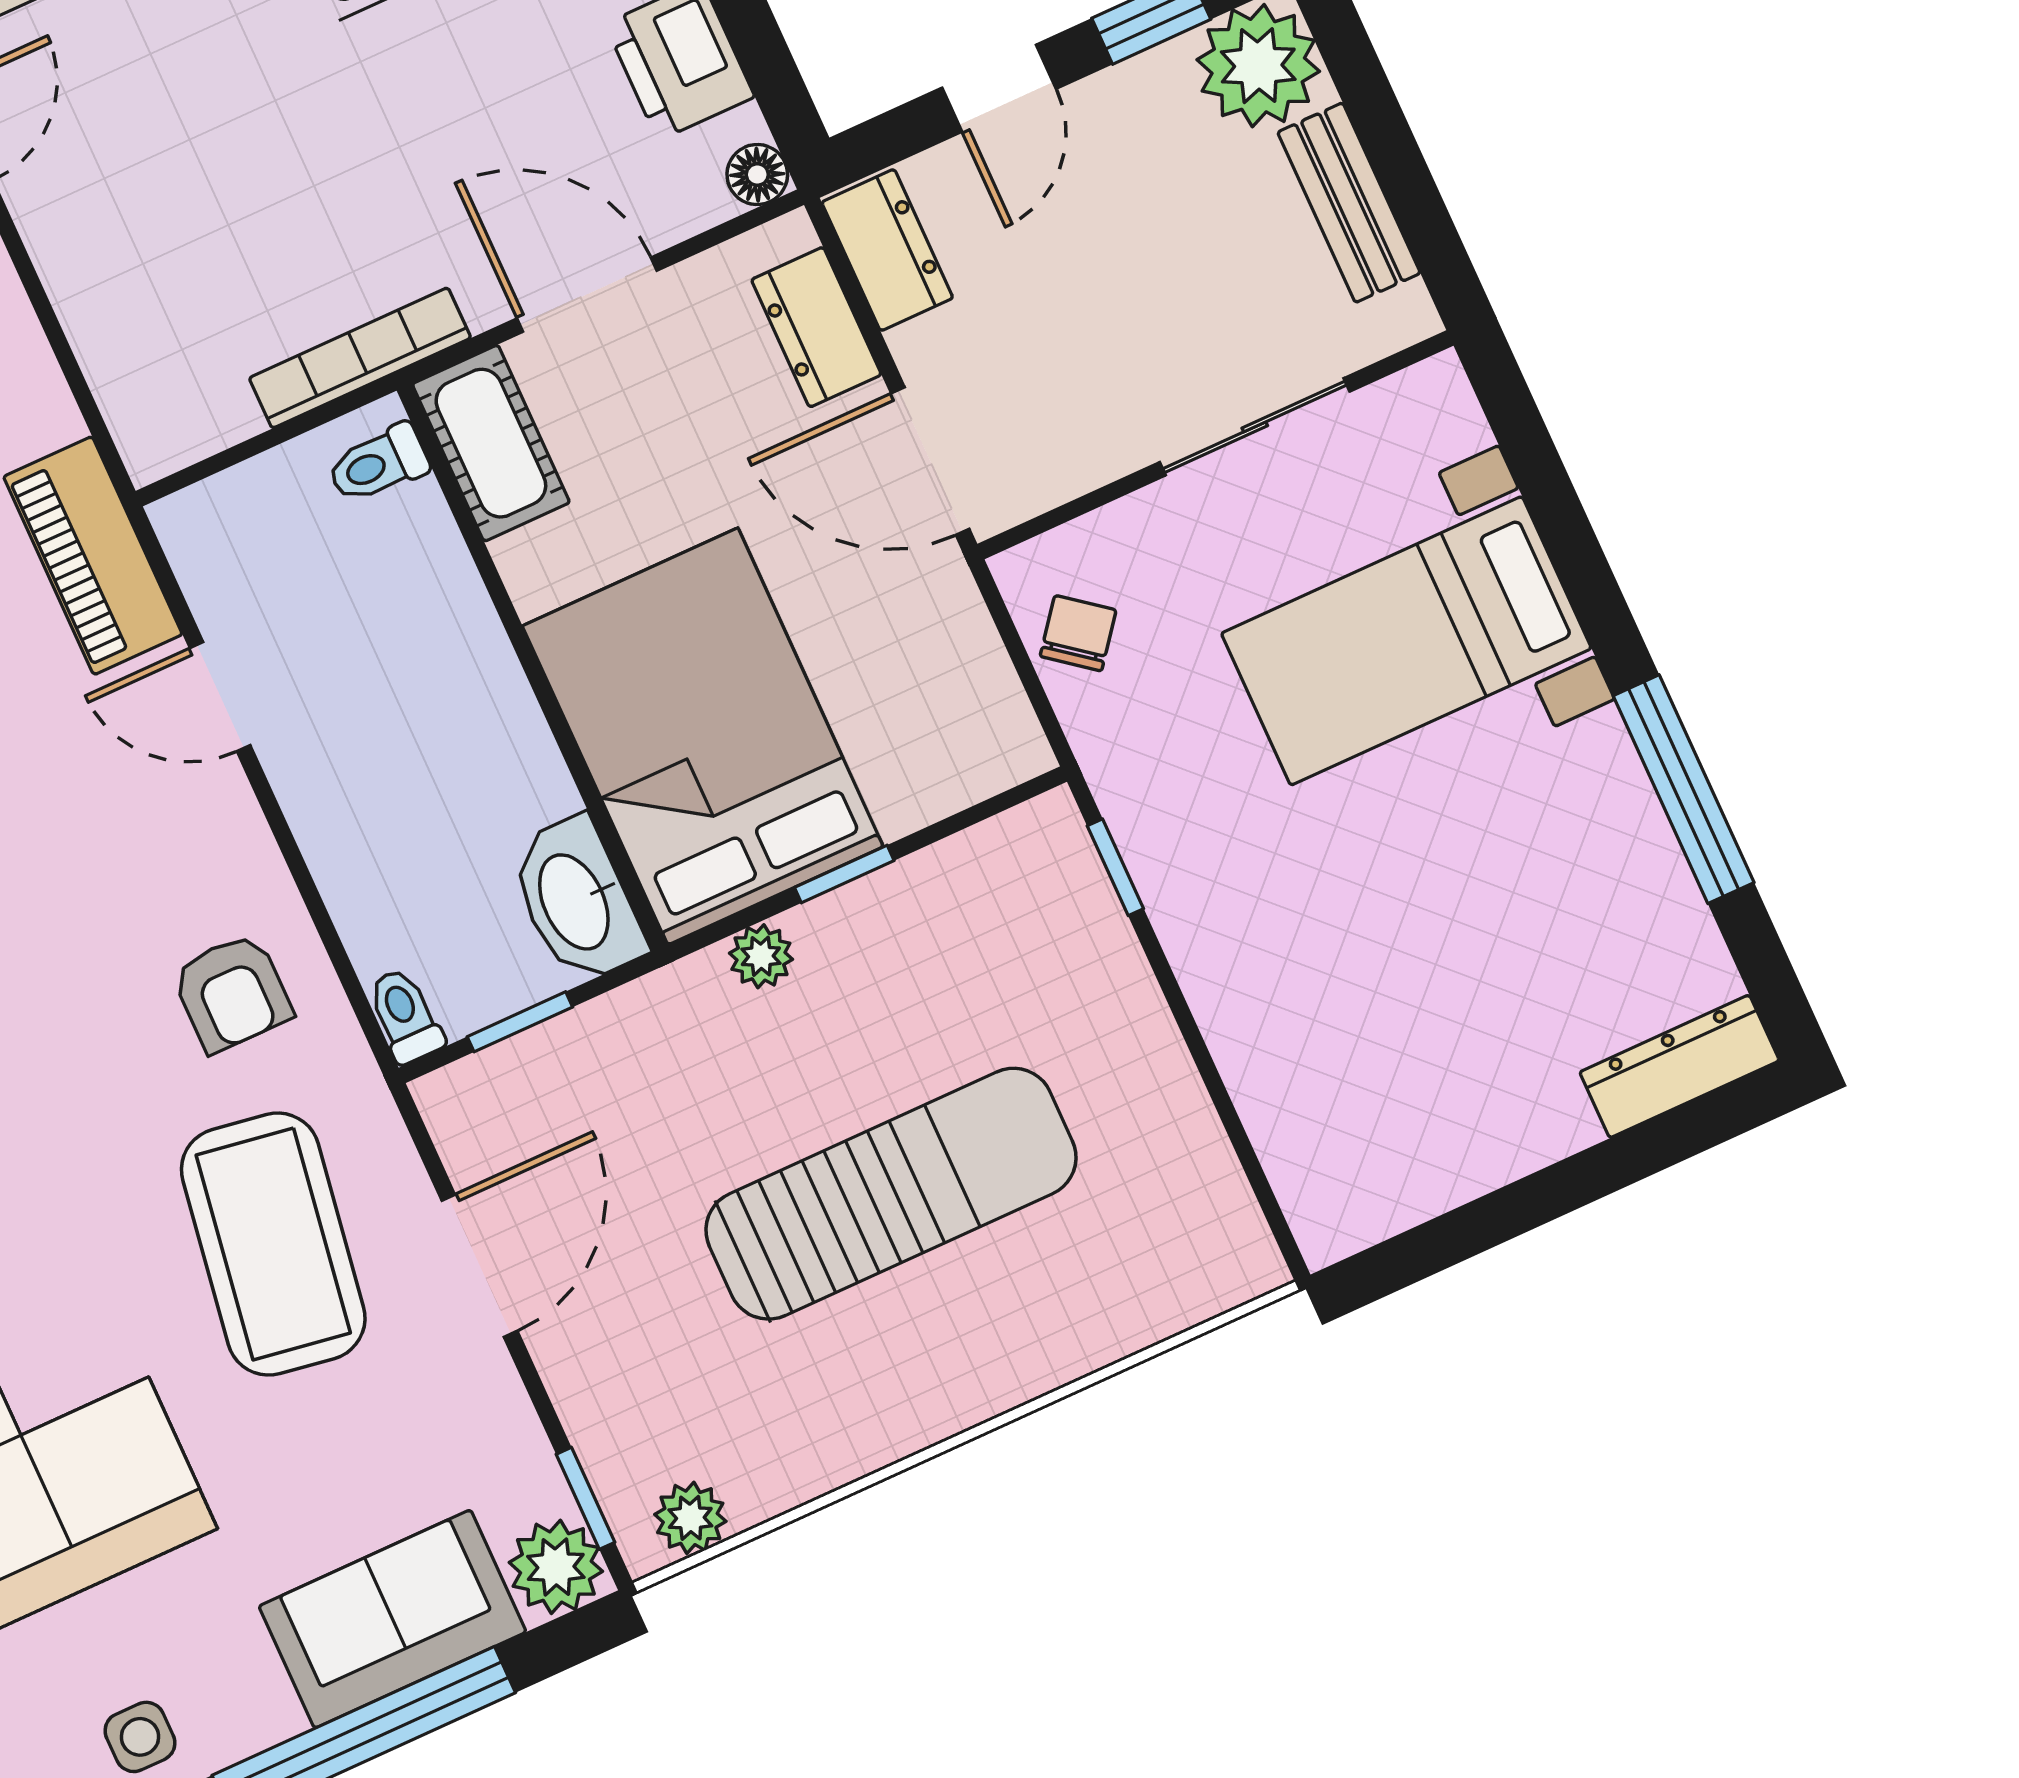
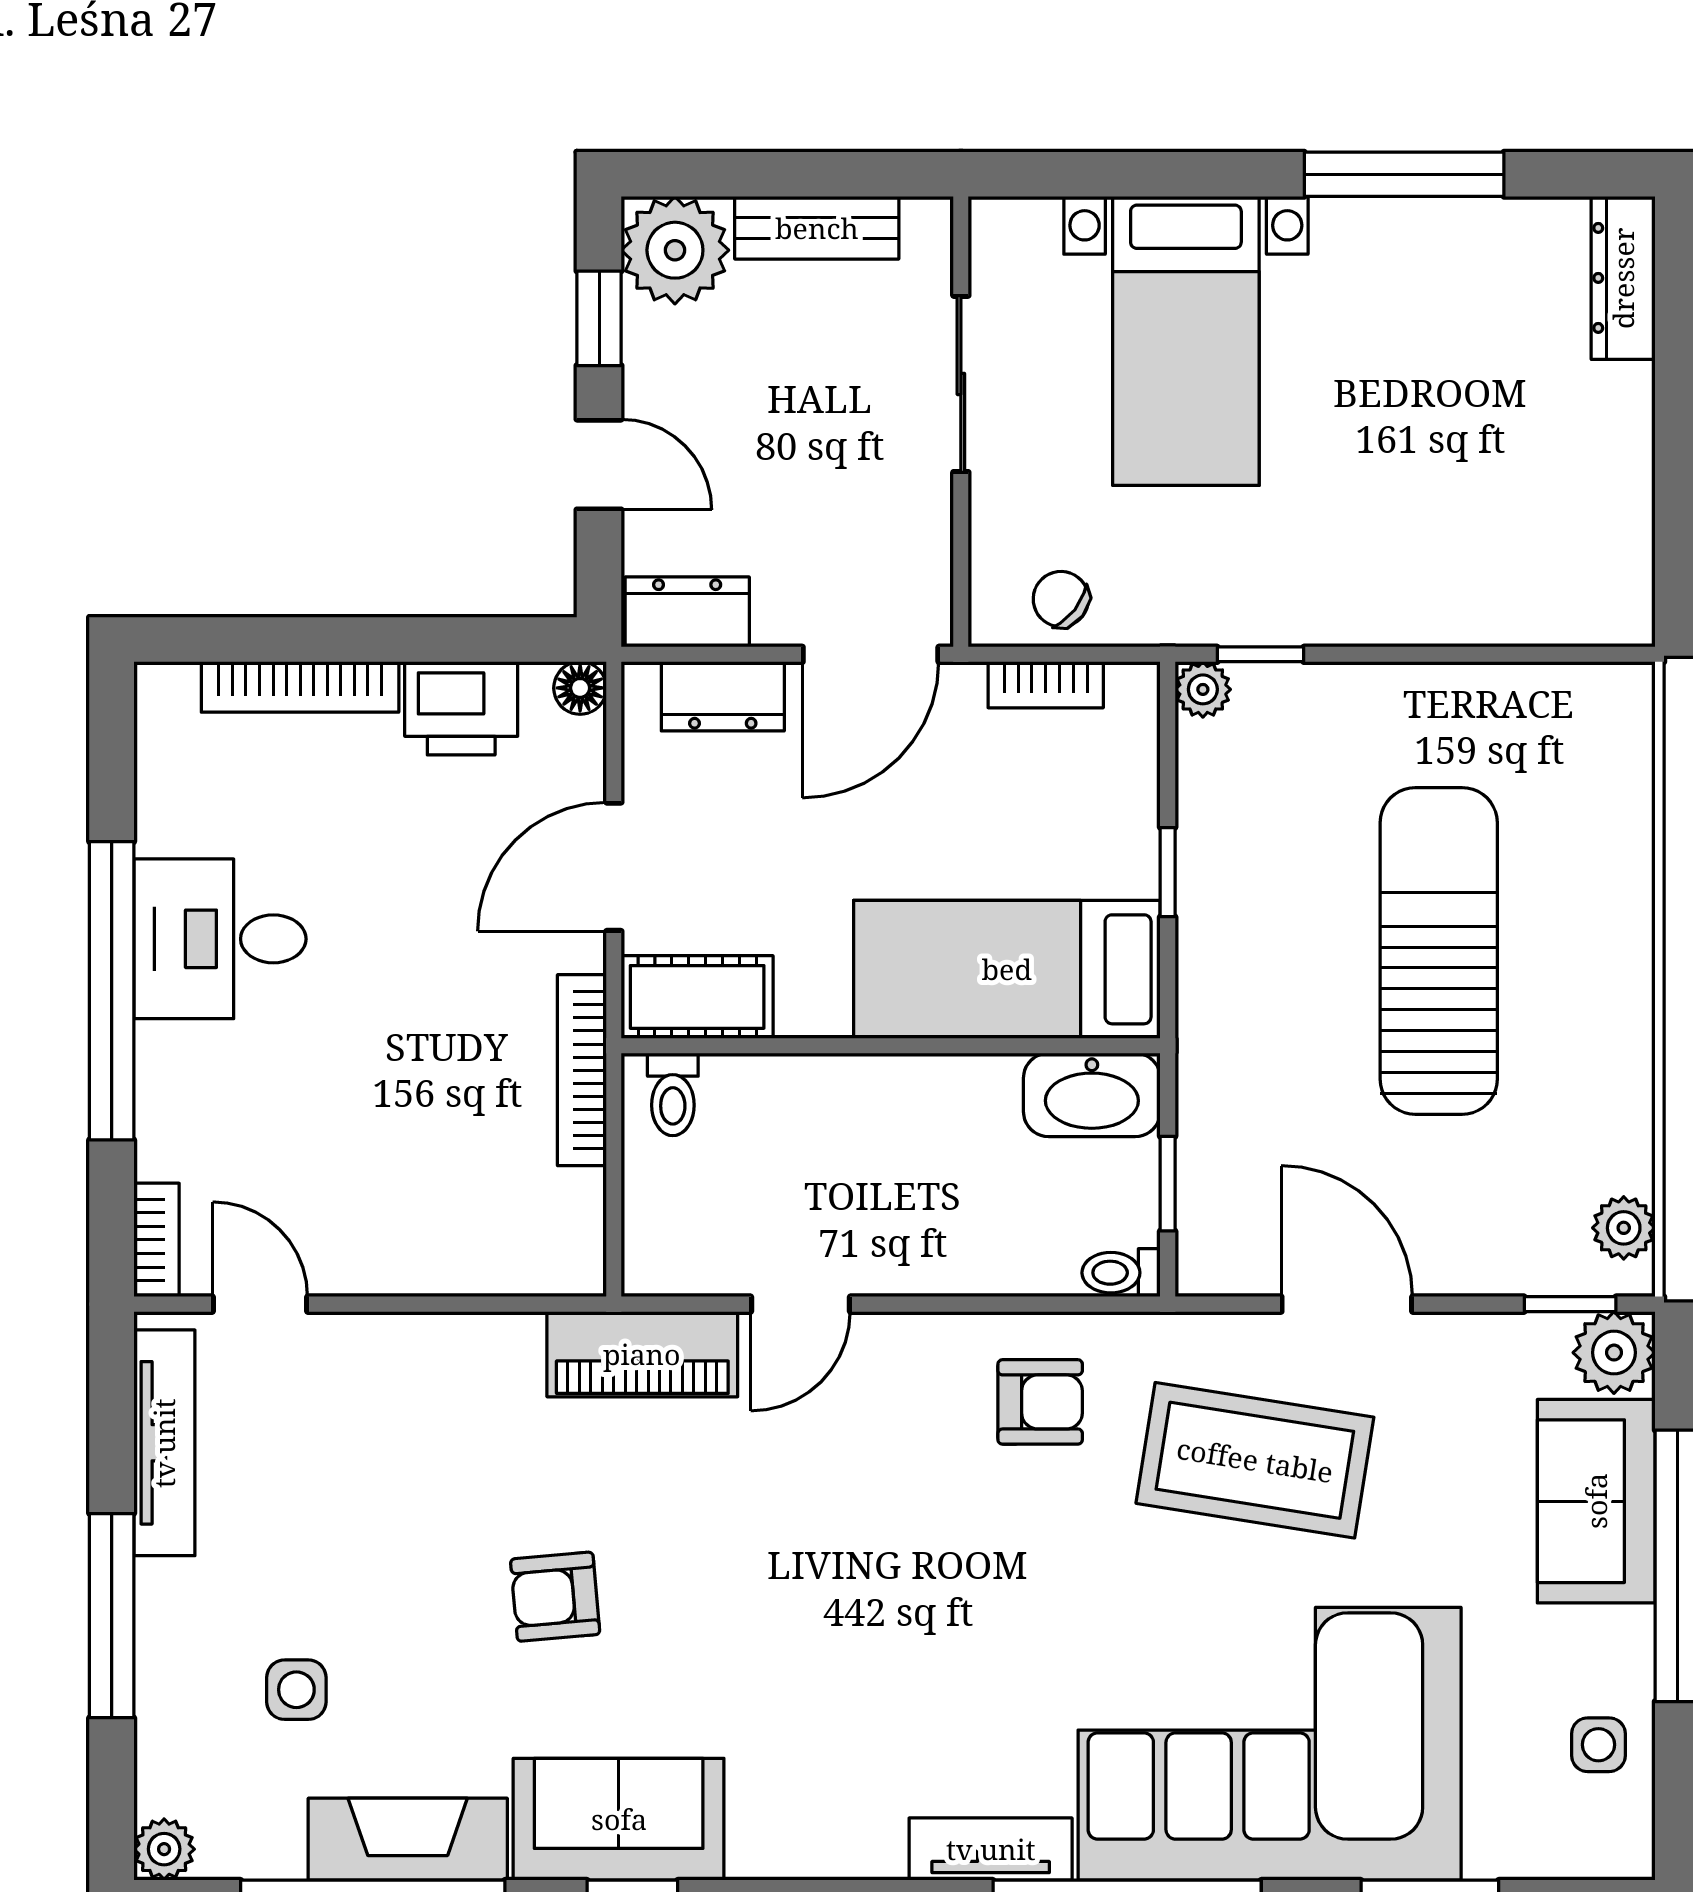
bookcase: (982, 658) -> (1046, 685), added
bed: (703, 736) -> (1007, 969), width x0.67
plant: (761, 956) -> (1203, 689), moved

